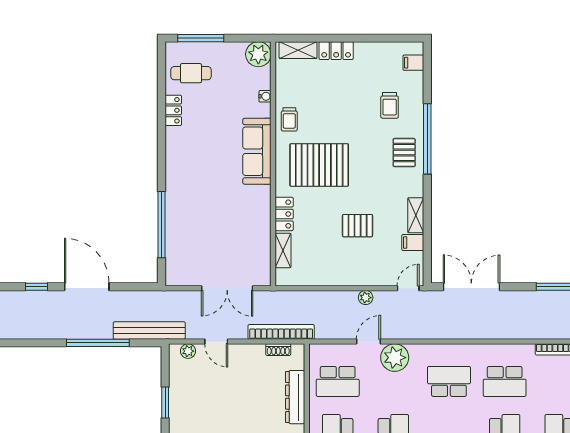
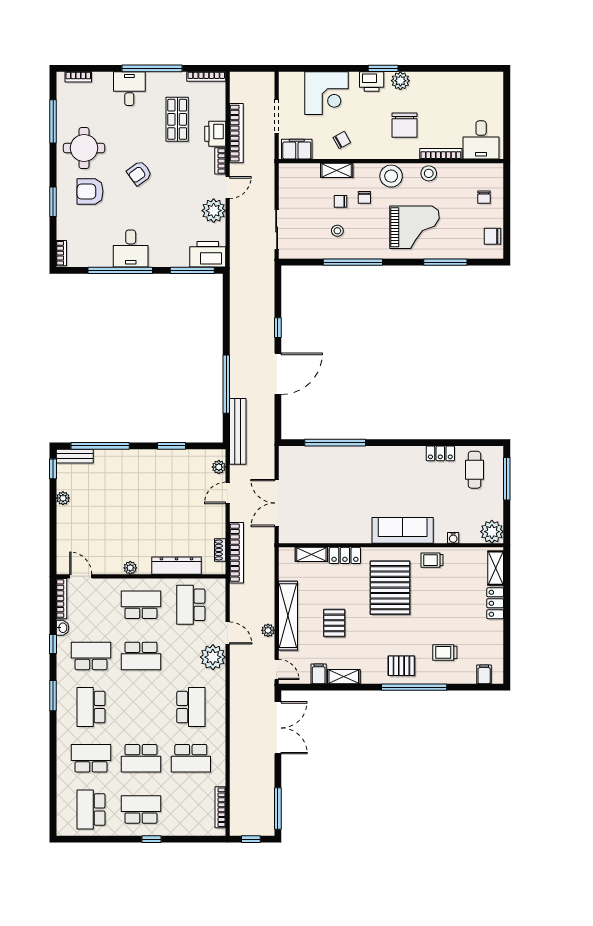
shelving: (350, 276) -> (288, 616), added
school desk: (505, 381) -> (191, 758), turned -90

